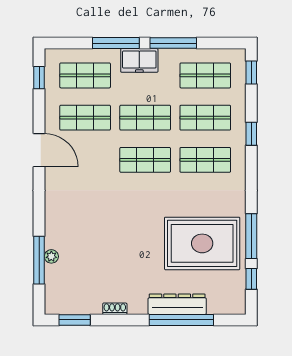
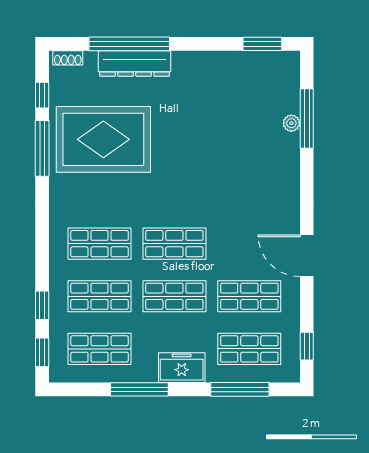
window: (116, 43) -> (240, 389), moved
window: (251, 134) -> (42, 305), moved
shoe rack: (115, 309) -> (68, 58), moved

